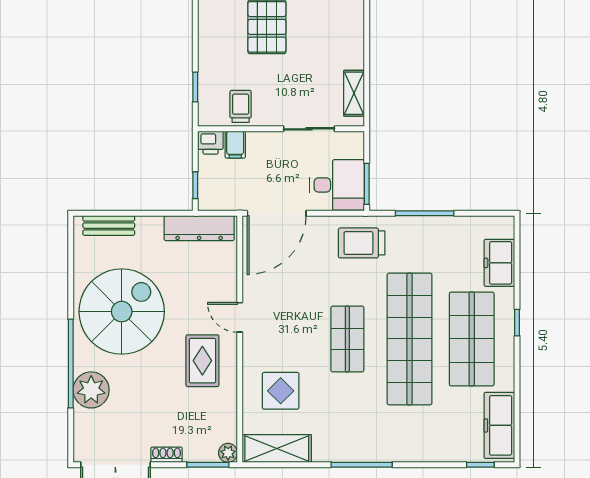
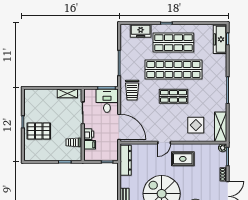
printer: (211, 143) -> (89, 134), moved
freezer: (499, 425) -> (220, 39), moved, turned 90

